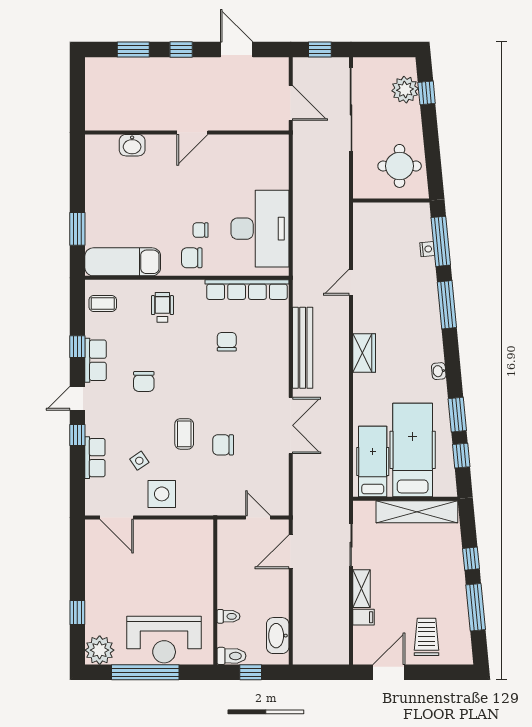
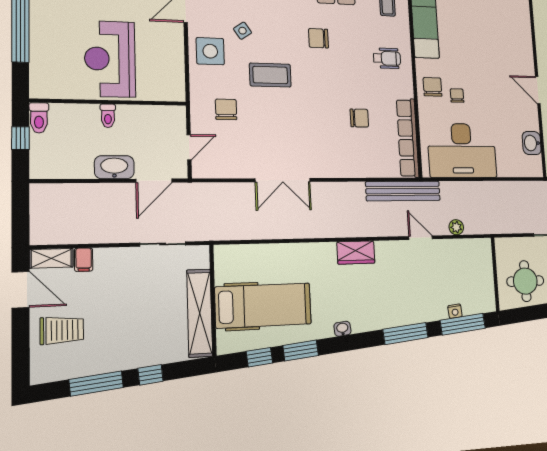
washbasin: (132, 145) -> (532, 143), moved
plant: (341, 241) -> (456, 227), added
bench: (303, 348) -> (403, 191), moved
coffee table: (184, 434) -> (270, 75), width x1.36, depth x1.30
chair: (223, 445) -> (226, 109), moved
hospital bed: (373, 461) -> (250, 264), removed
door: (291, 552) -> (154, 181), swing flipped
shelving: (361, 589) -> (51, 258), moved
toilet: (228, 616) -> (108, 116), moved
washbasin: (278, 636) -> (114, 167), moved
reception desk: (164, 640) -> (110, 59), moved

